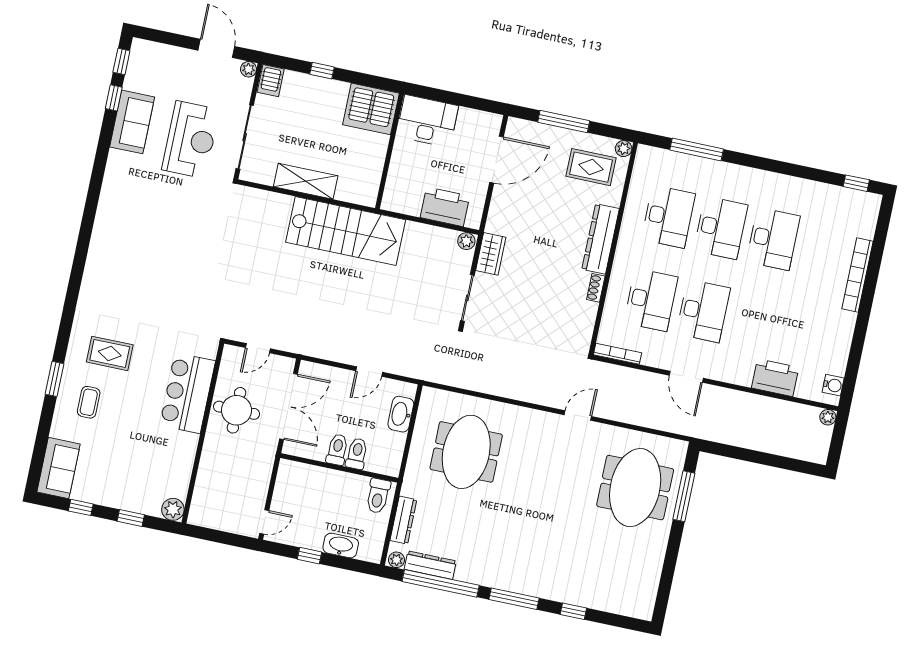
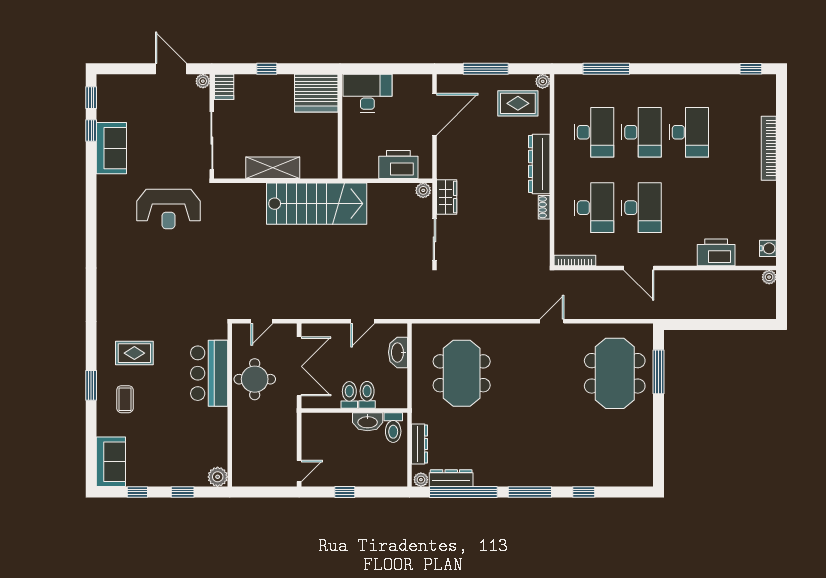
reception desk: (191, 140) -> (168, 209), moved, turned 90
washbasin: (341, 545) -> (368, 422), moved, turned 180

